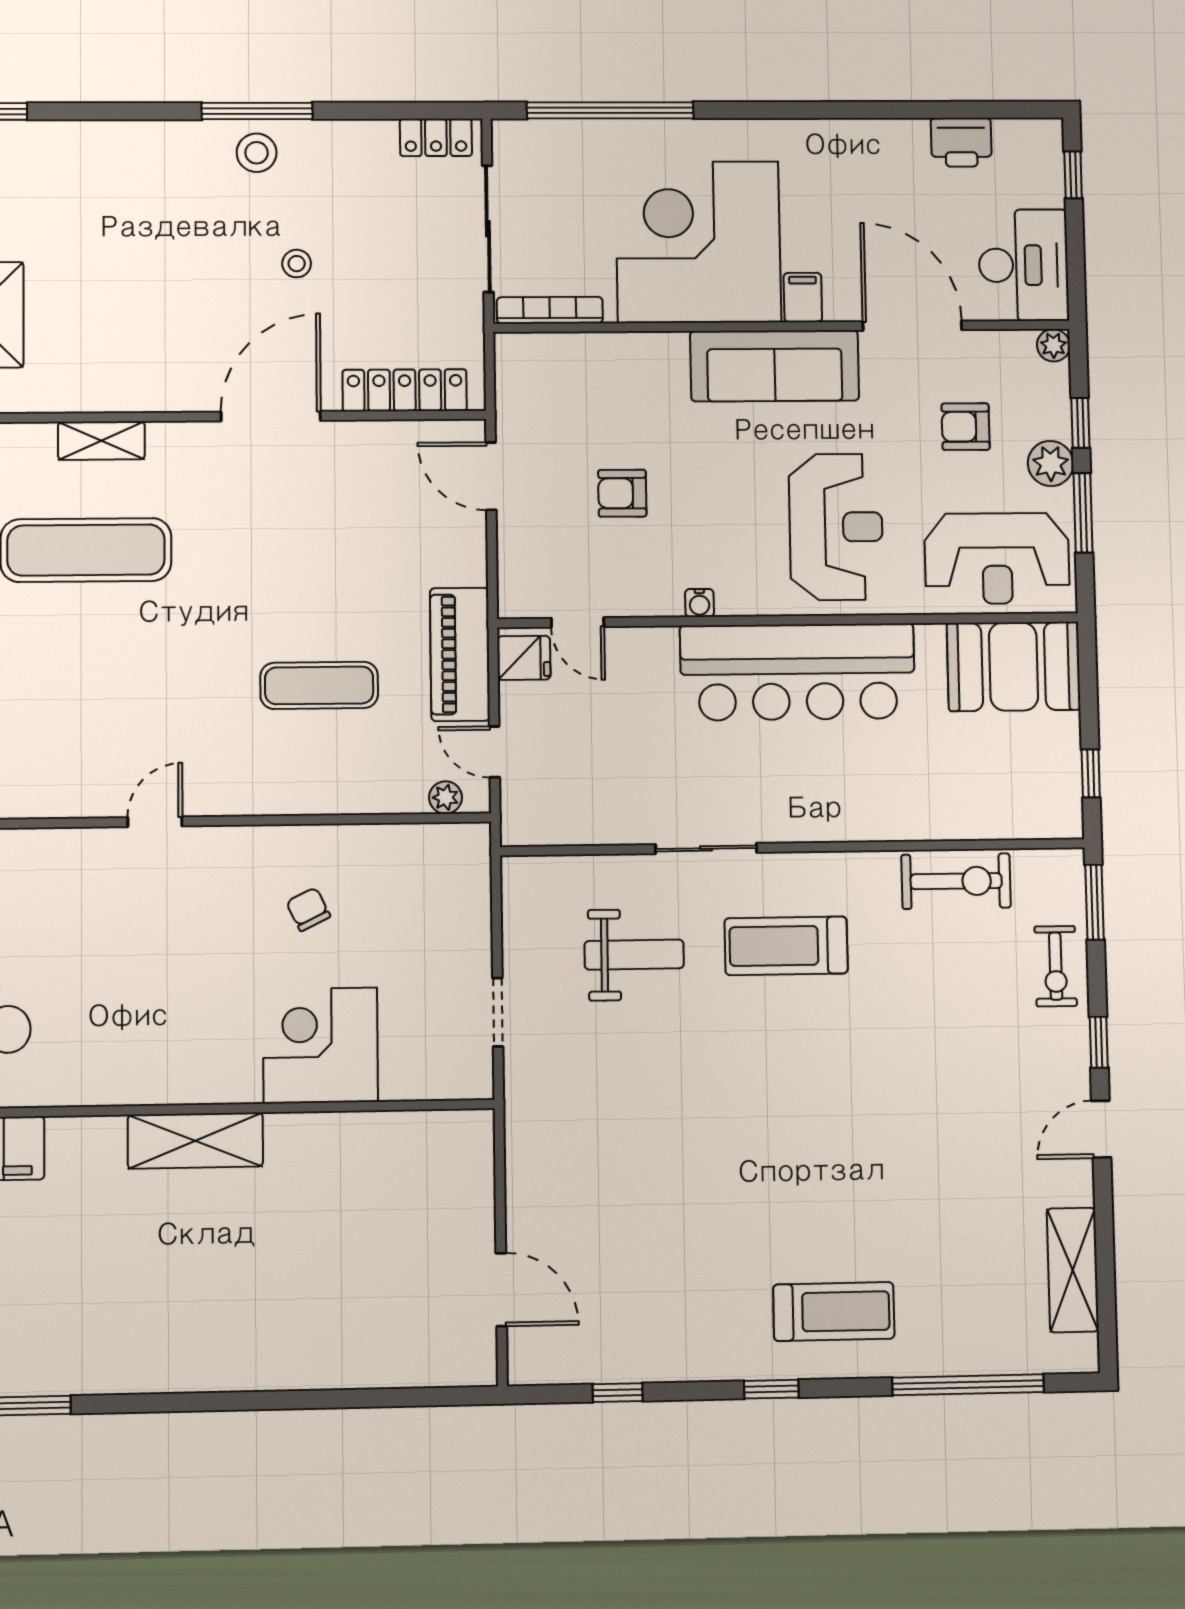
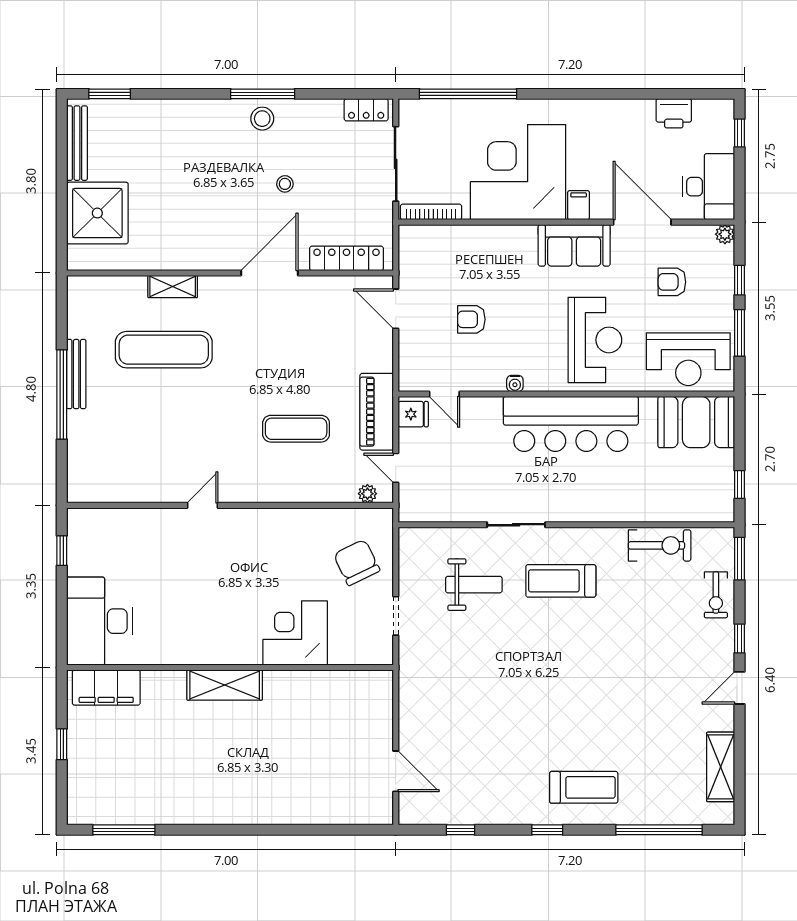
sofa: (775, 366) -> (574, 245), width x0.73
plant: (1051, 463) -> (721, 304), removed
chair: (308, 909) -> (357, 562), moved, width x1.87, depth x1.87

